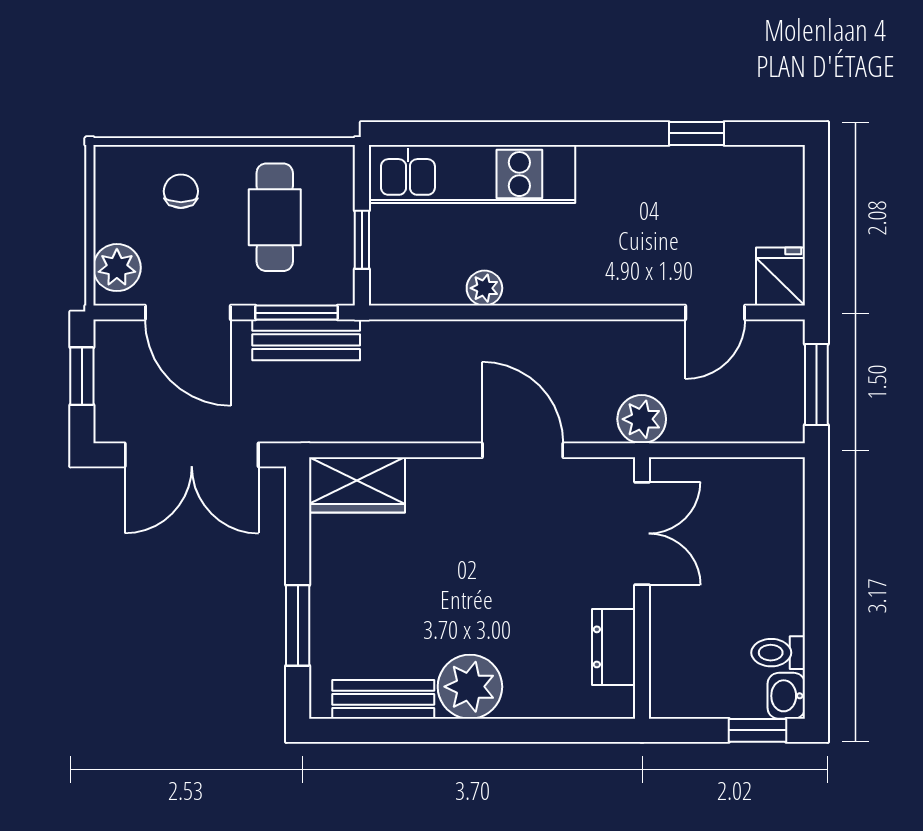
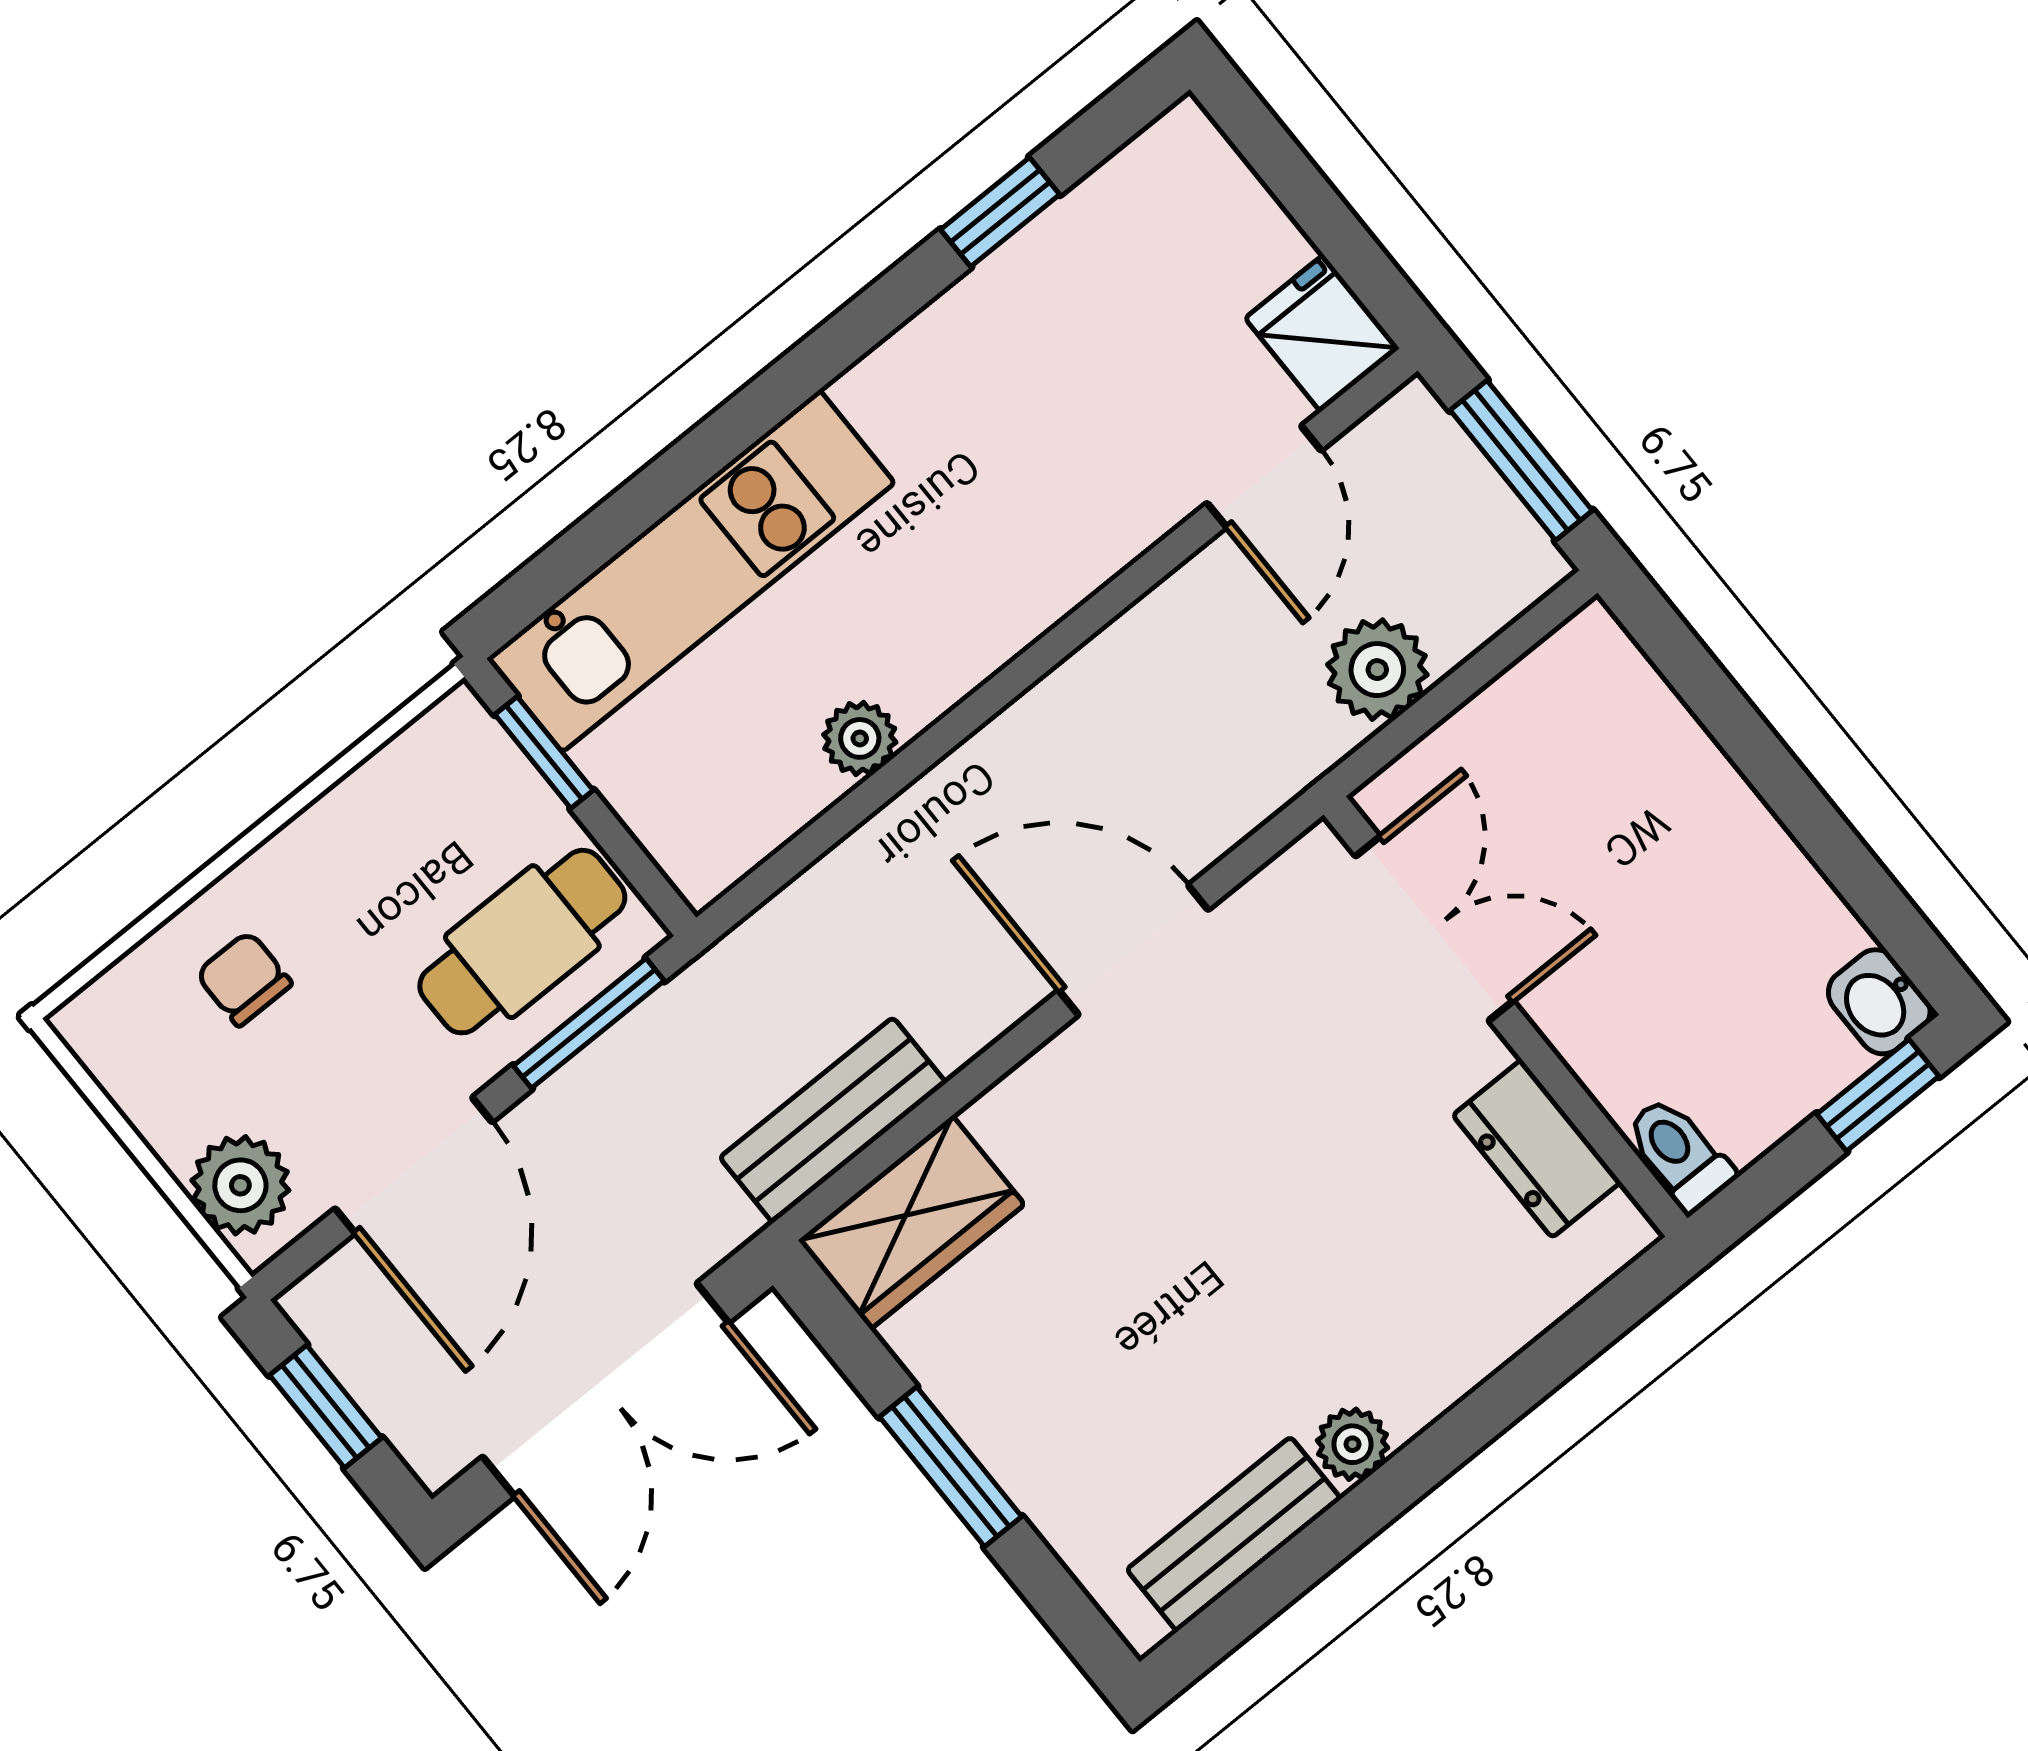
cafe table: (275, 217) -> (522, 942), moved, turned 90
window: (362, 240) -> (544, 752), moved
door: (188, 313) -> (414, 1165), hinge flipped
bench: (306, 340) -> (833, 1120), moved
plant: (642, 419) -> (1377, 670), moved
window: (298, 625) -> (951, 1467), moved
toilet: (778, 653) -> (1679, 1154), moved, turned 90
plant: (470, 687) -> (1353, 1444), width x0.53, depth x0.53

